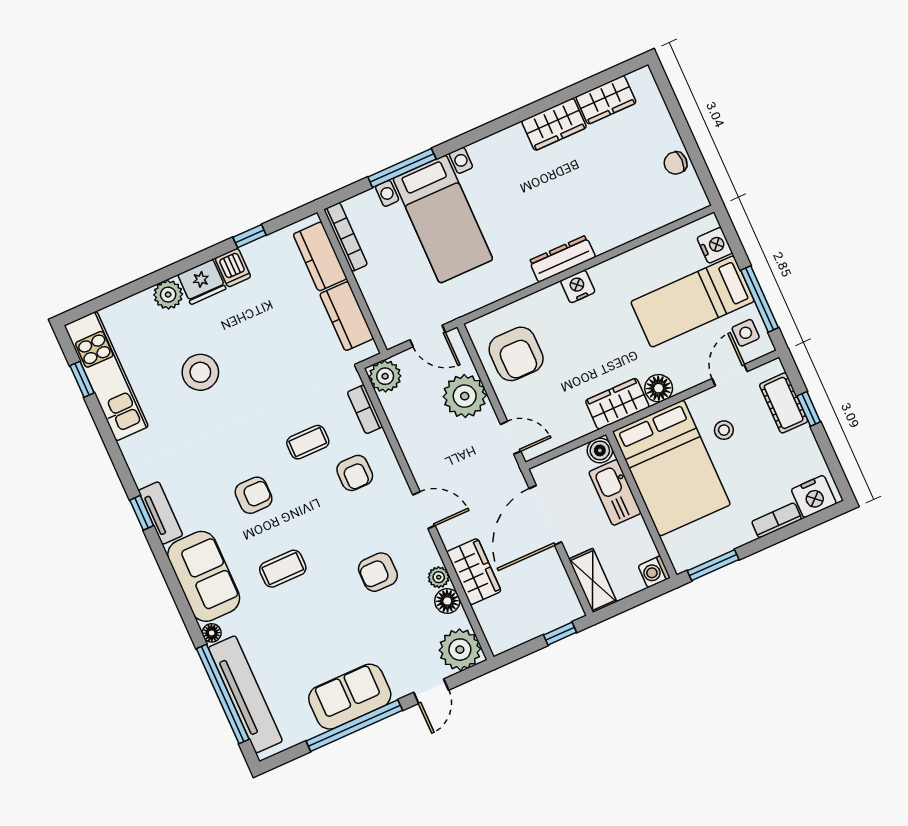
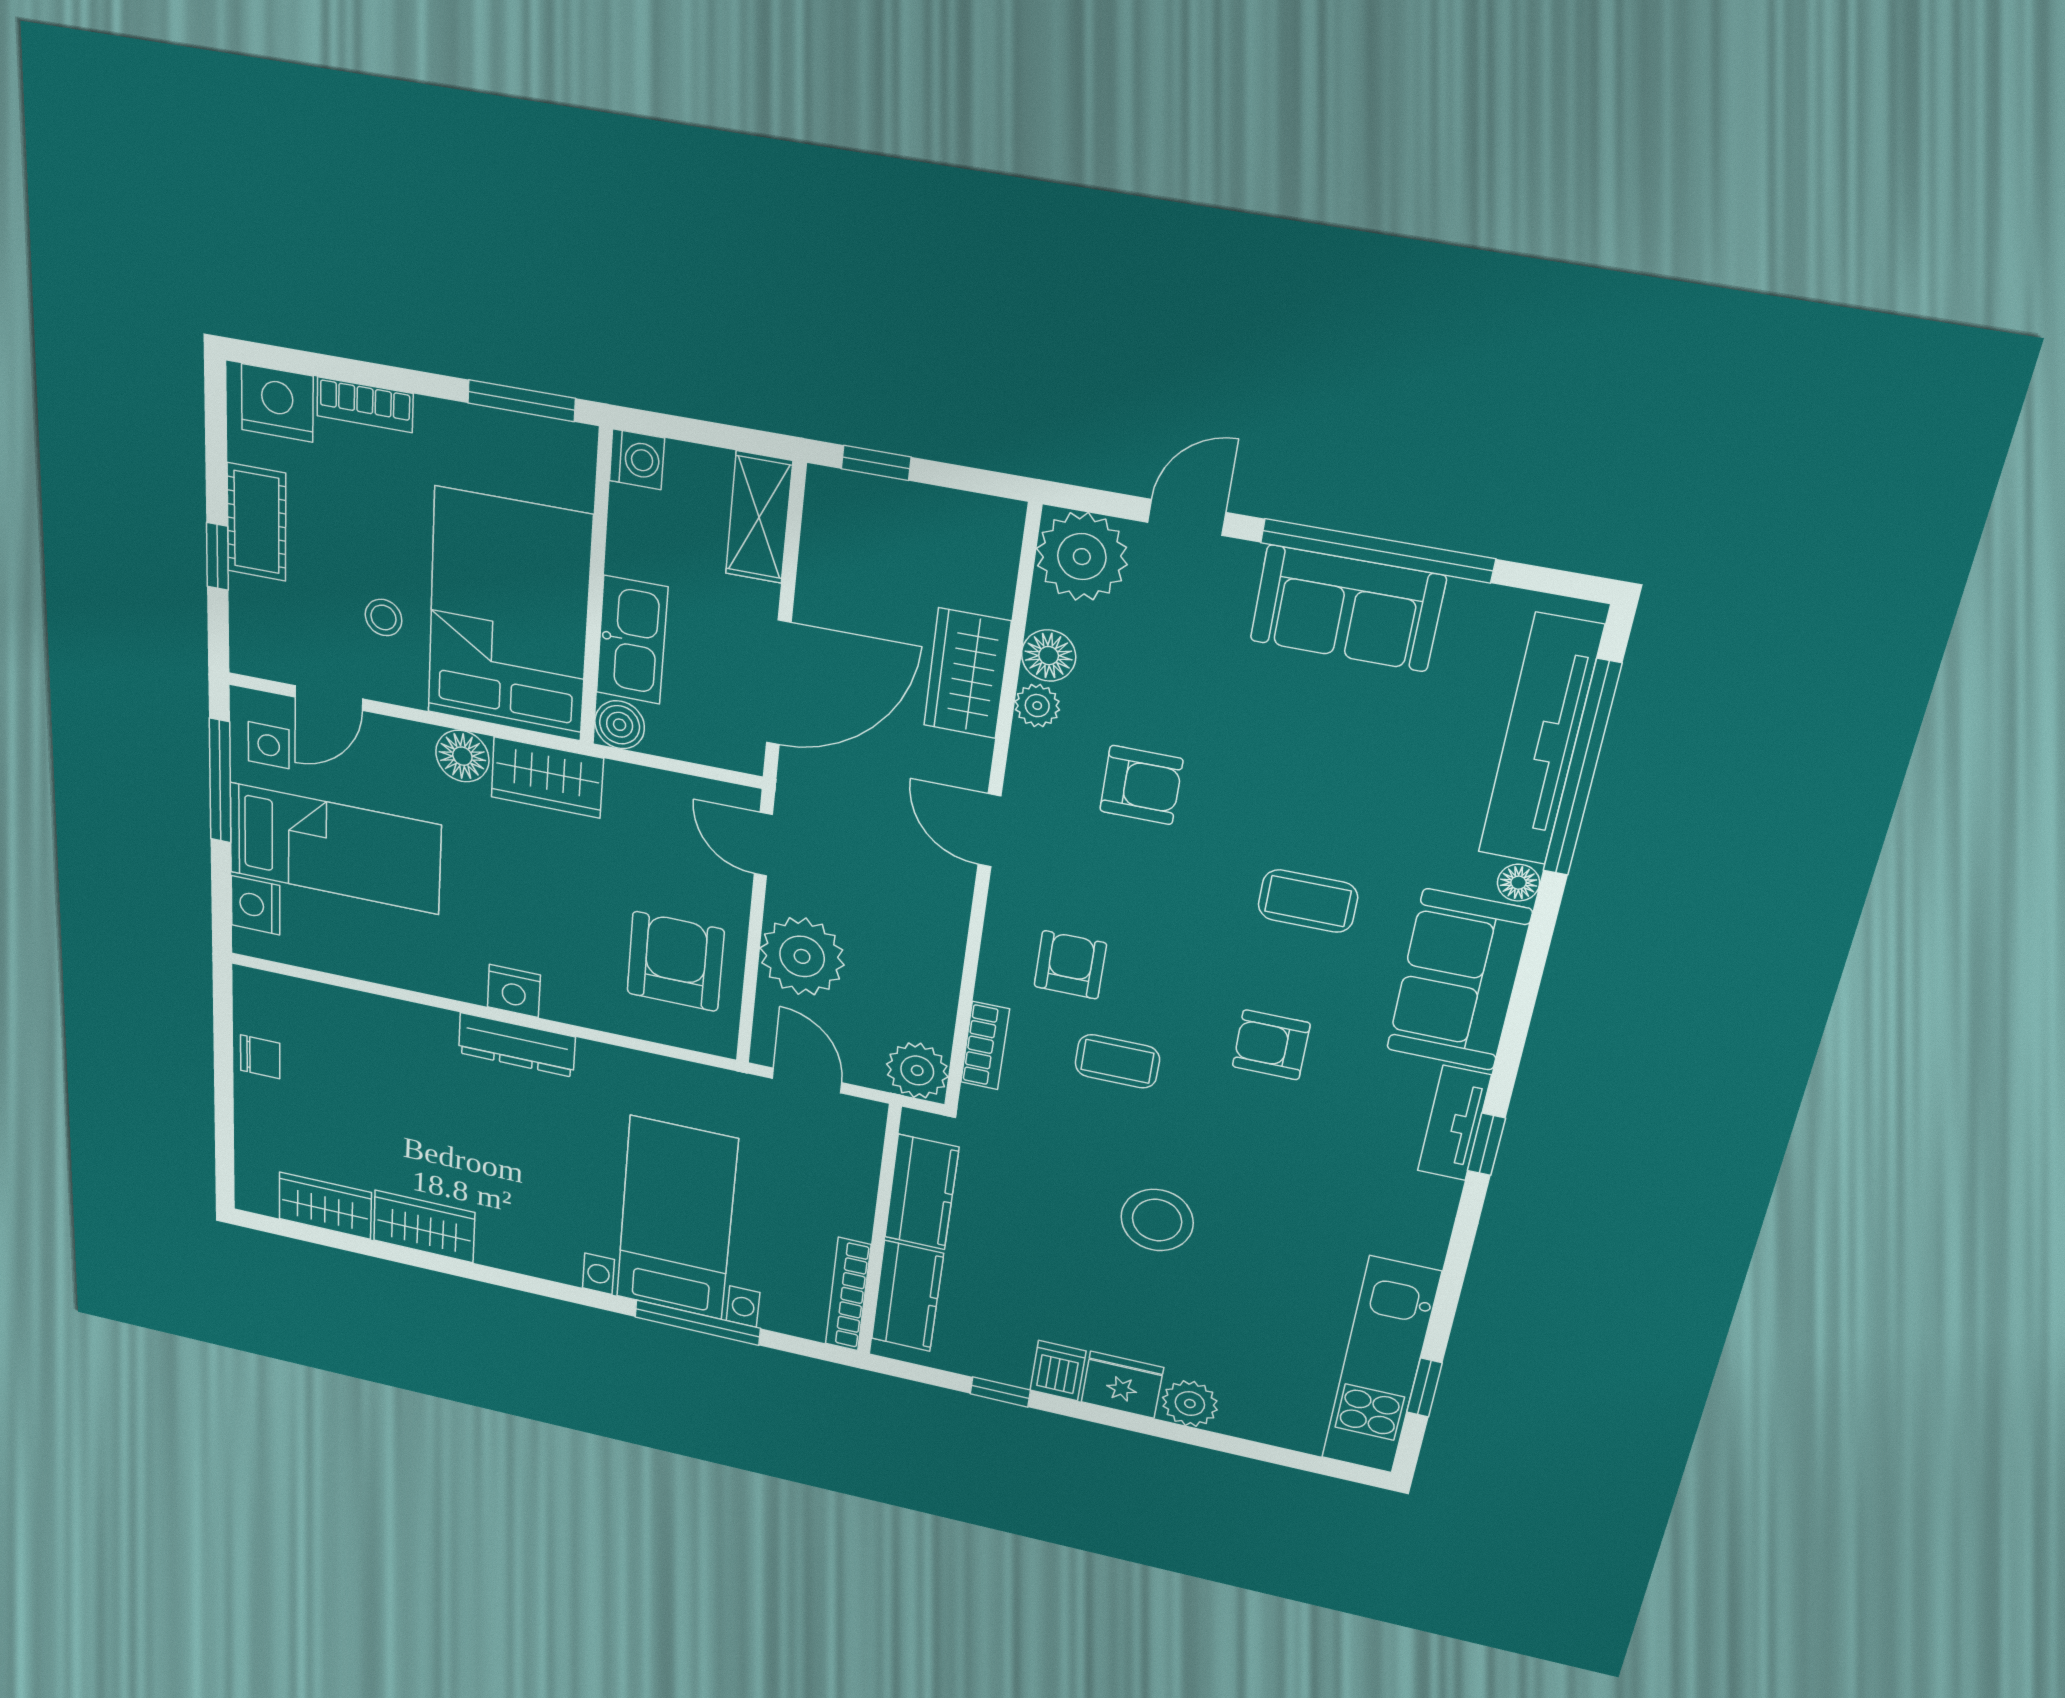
stool: (200, 372) -> (1157, 1220), moved
cot: (784, 403) -> (257, 522), moved

